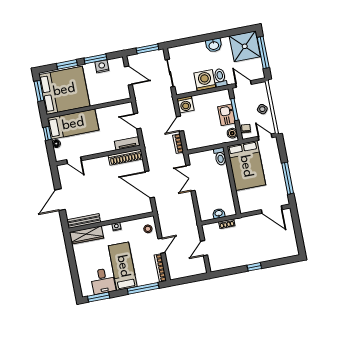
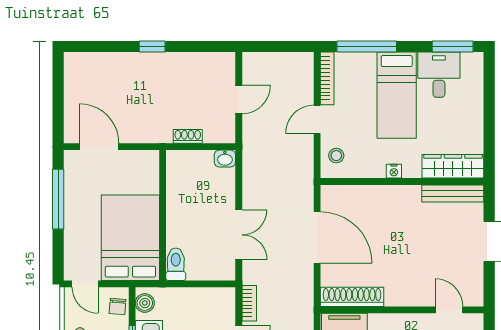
washbasin: (219, 214) -> (225, 158), moved

